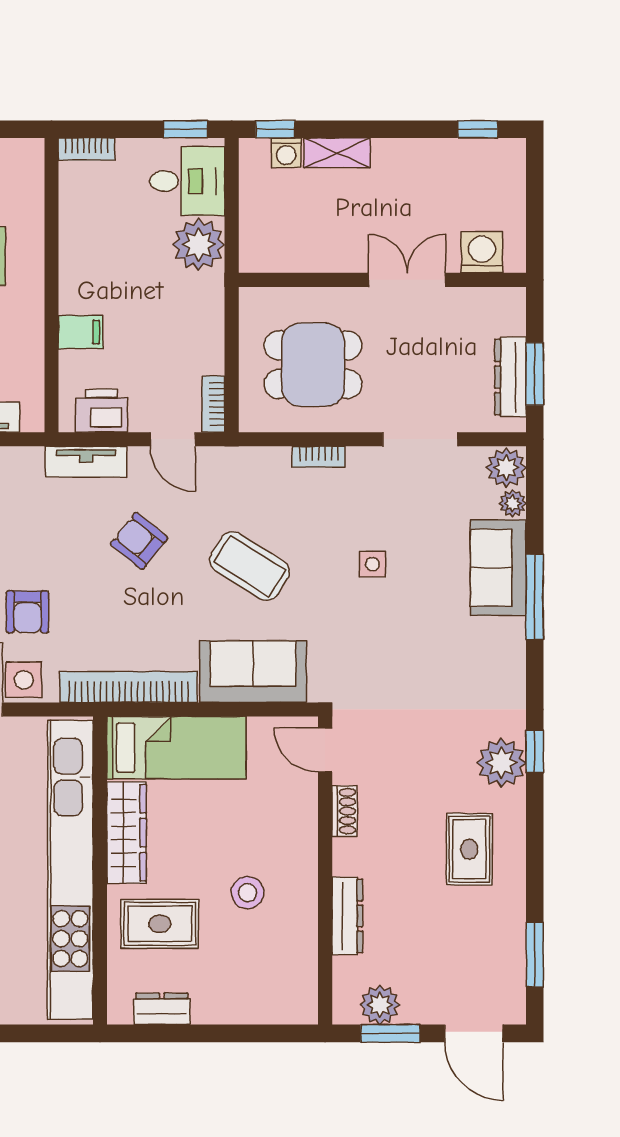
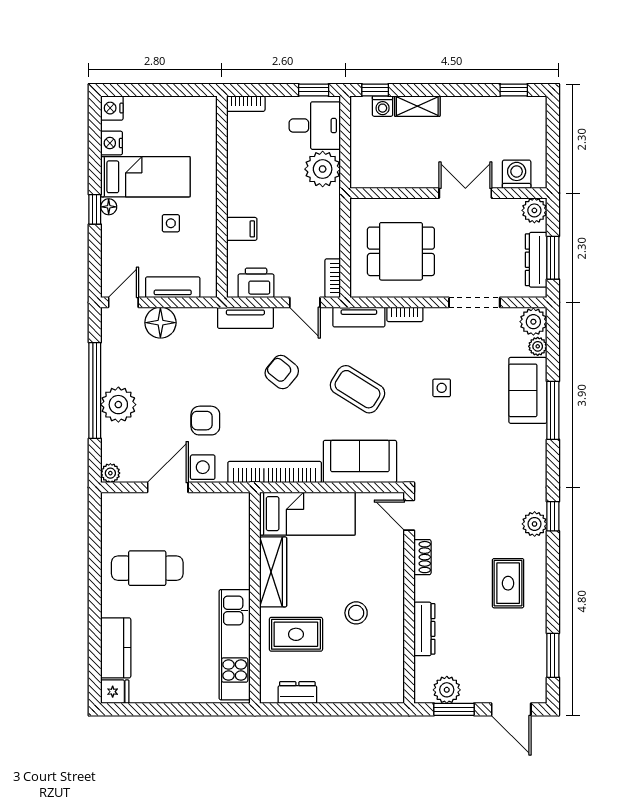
plant: (508, 305) -> (534, 210), added
tv unit: (252, 461) -> (359, 317), added
armchair: (27, 612) -> (205, 421), turned 90
plant: (501, 763) -> (535, 524), width x0.73, depth x0.73
kitchen unit: (70, 870) -> (235, 645), width x0.54

